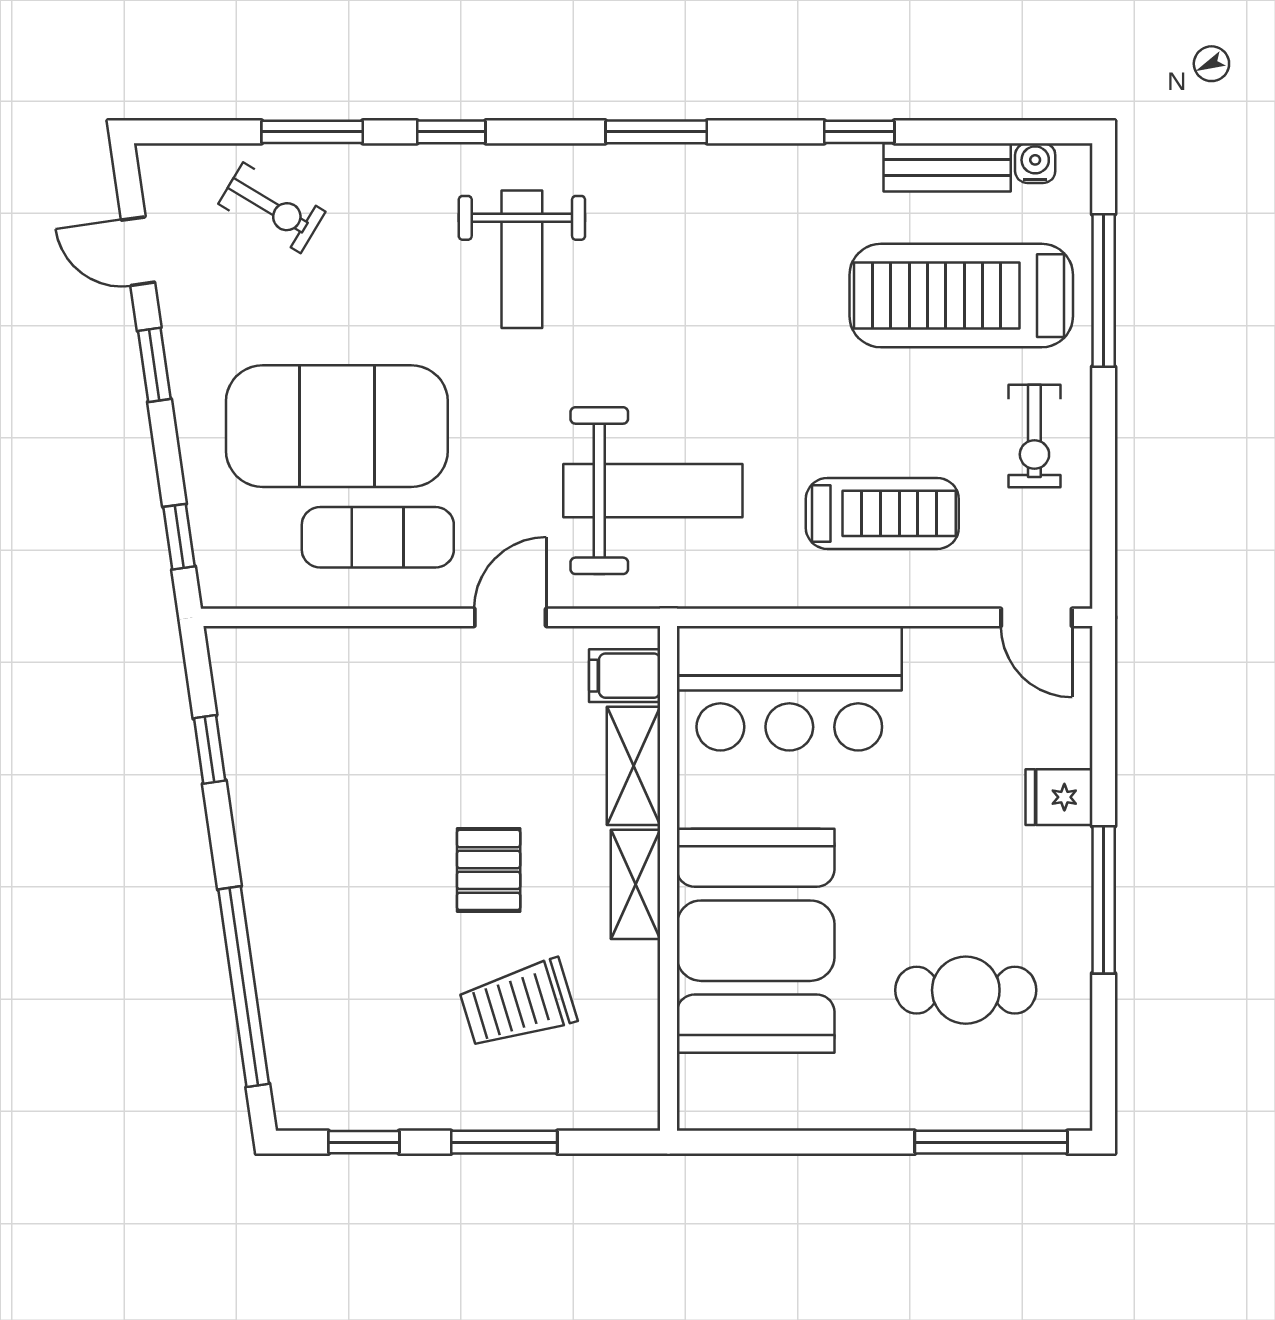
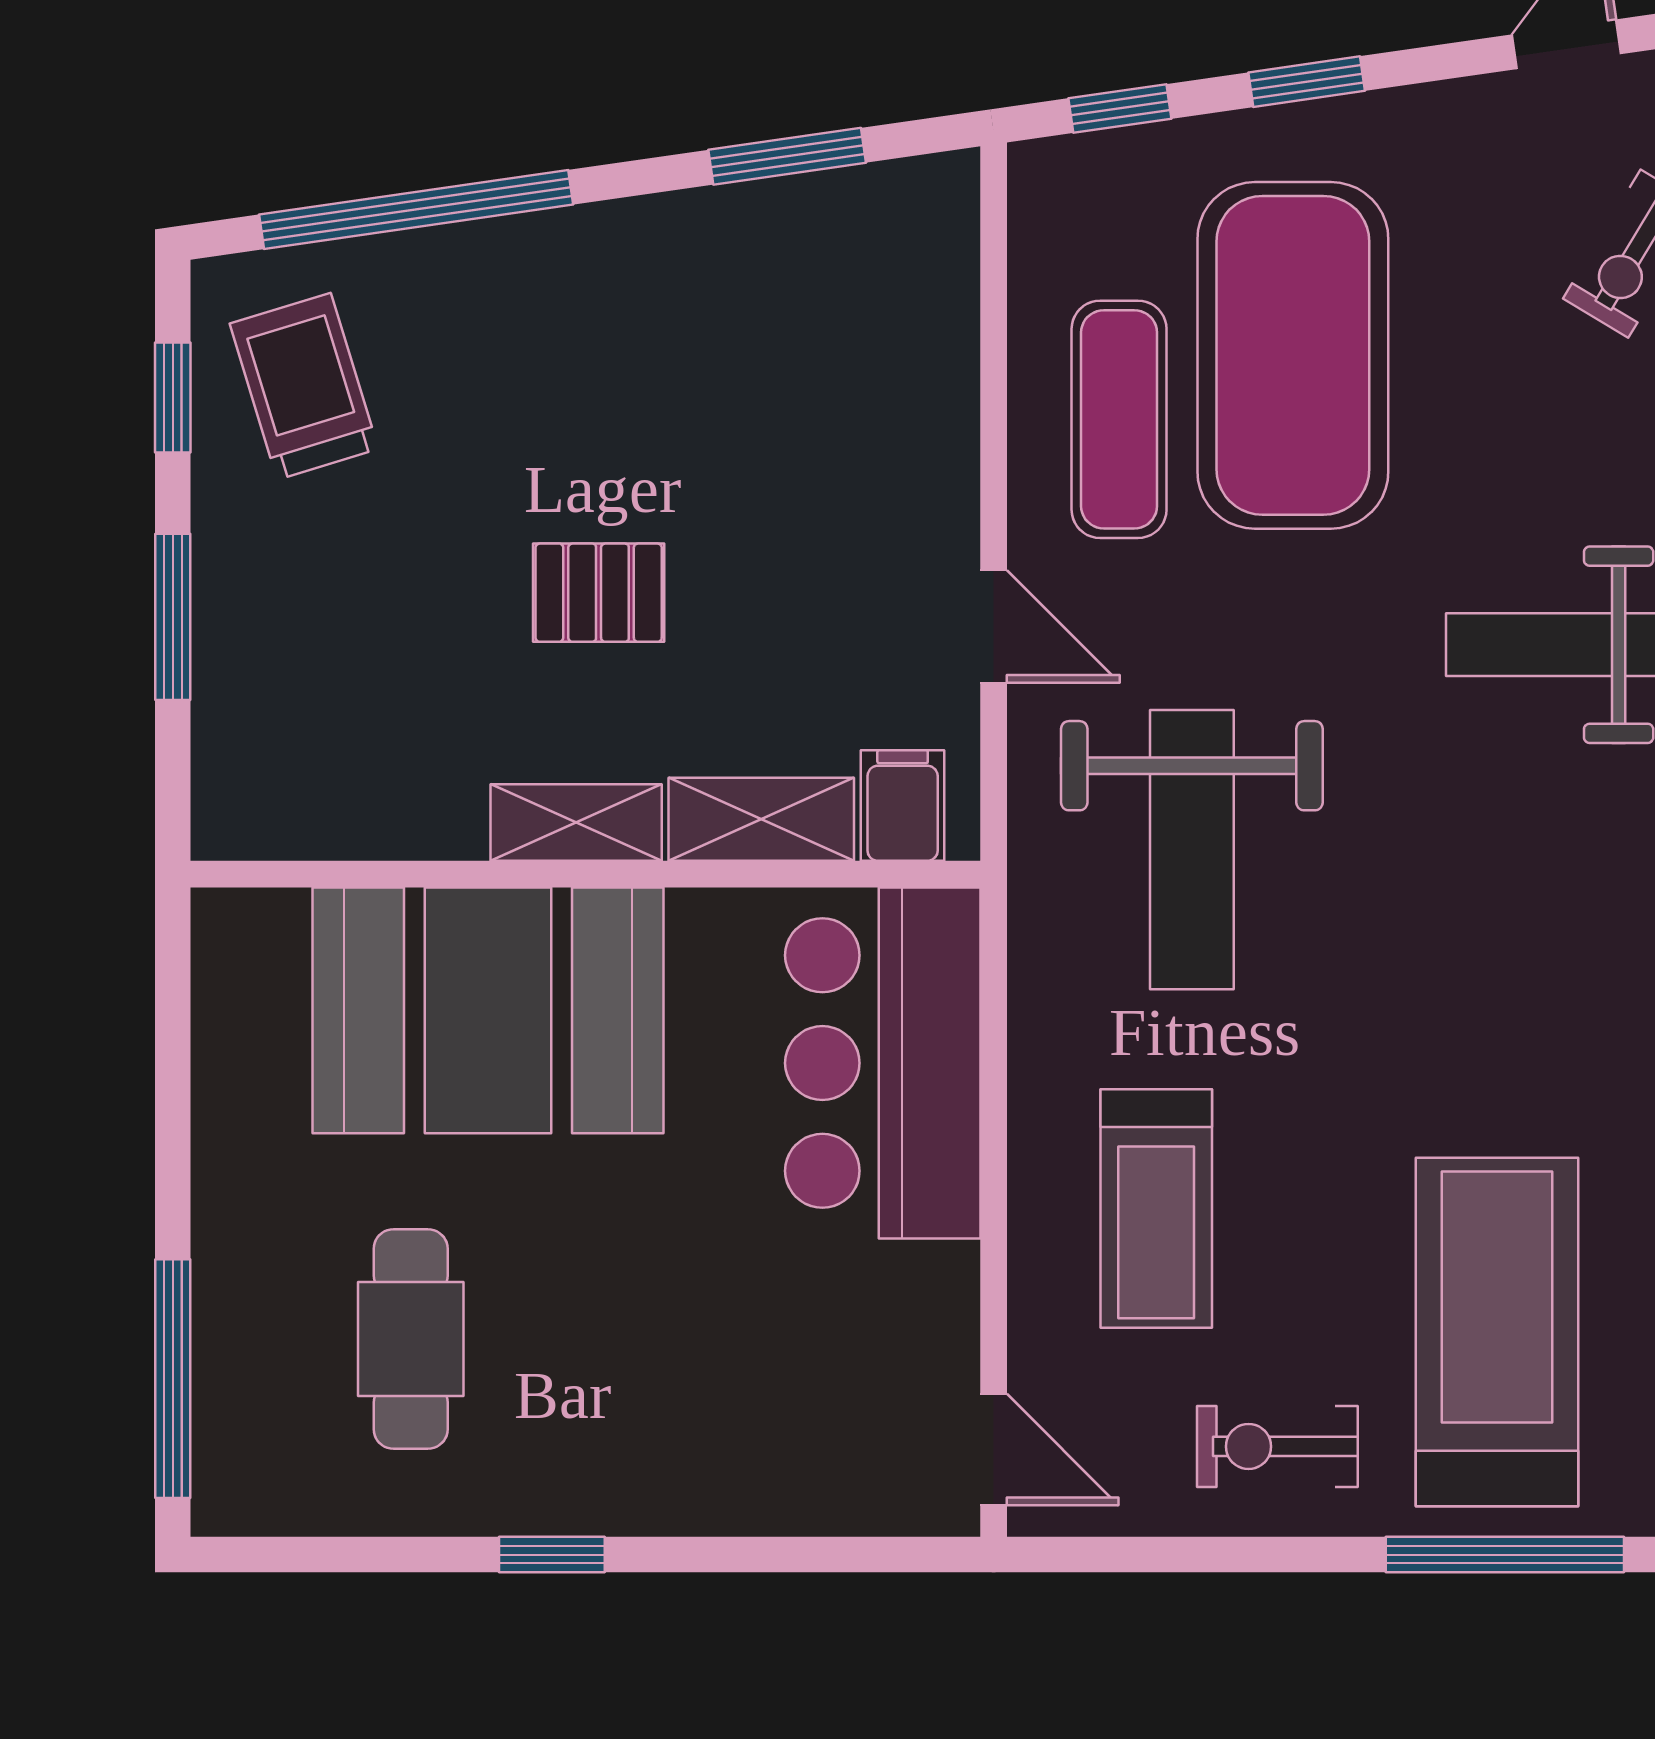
window: (154, 365) -> (1307, 82), moved
door: (1036, 617) -> (994, 1450), swing flipped
window: (210, 749) -> (787, 156), width x1.50
fridge: (1059, 797) -> (713, 1485), removed
window: (1104, 900) -> (552, 1555), width x0.46
trolley: (518, 1004) -> (304, 386), moved

